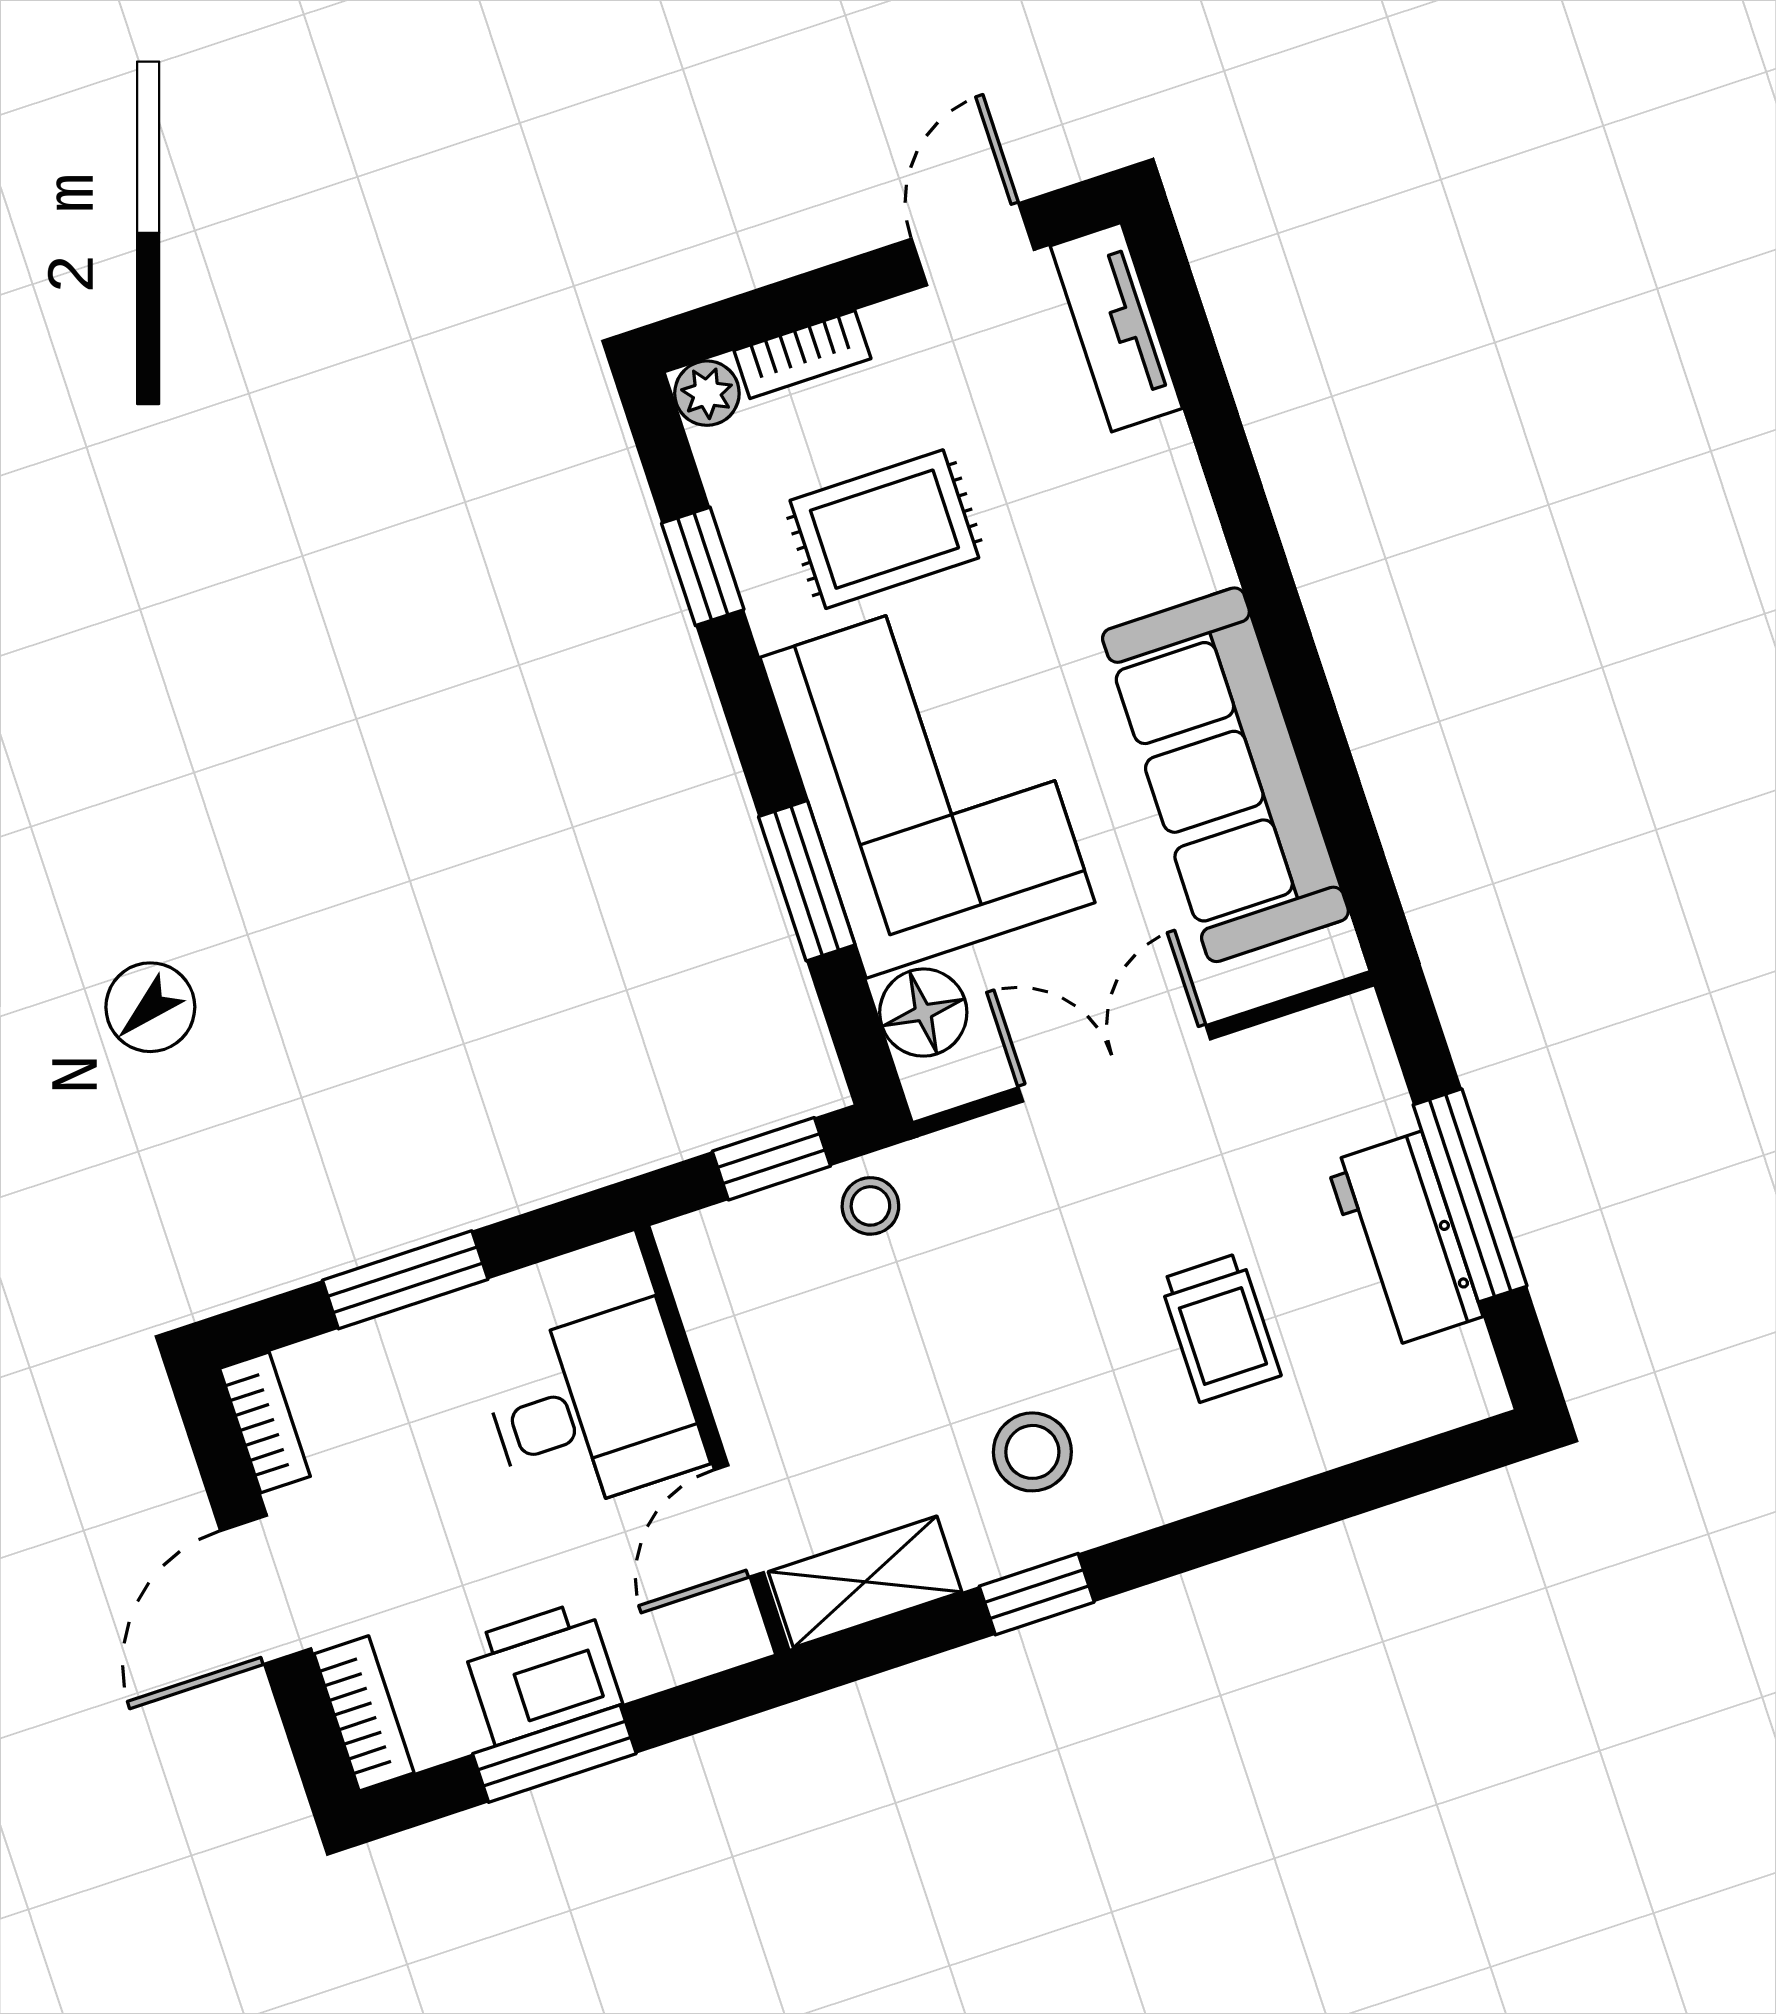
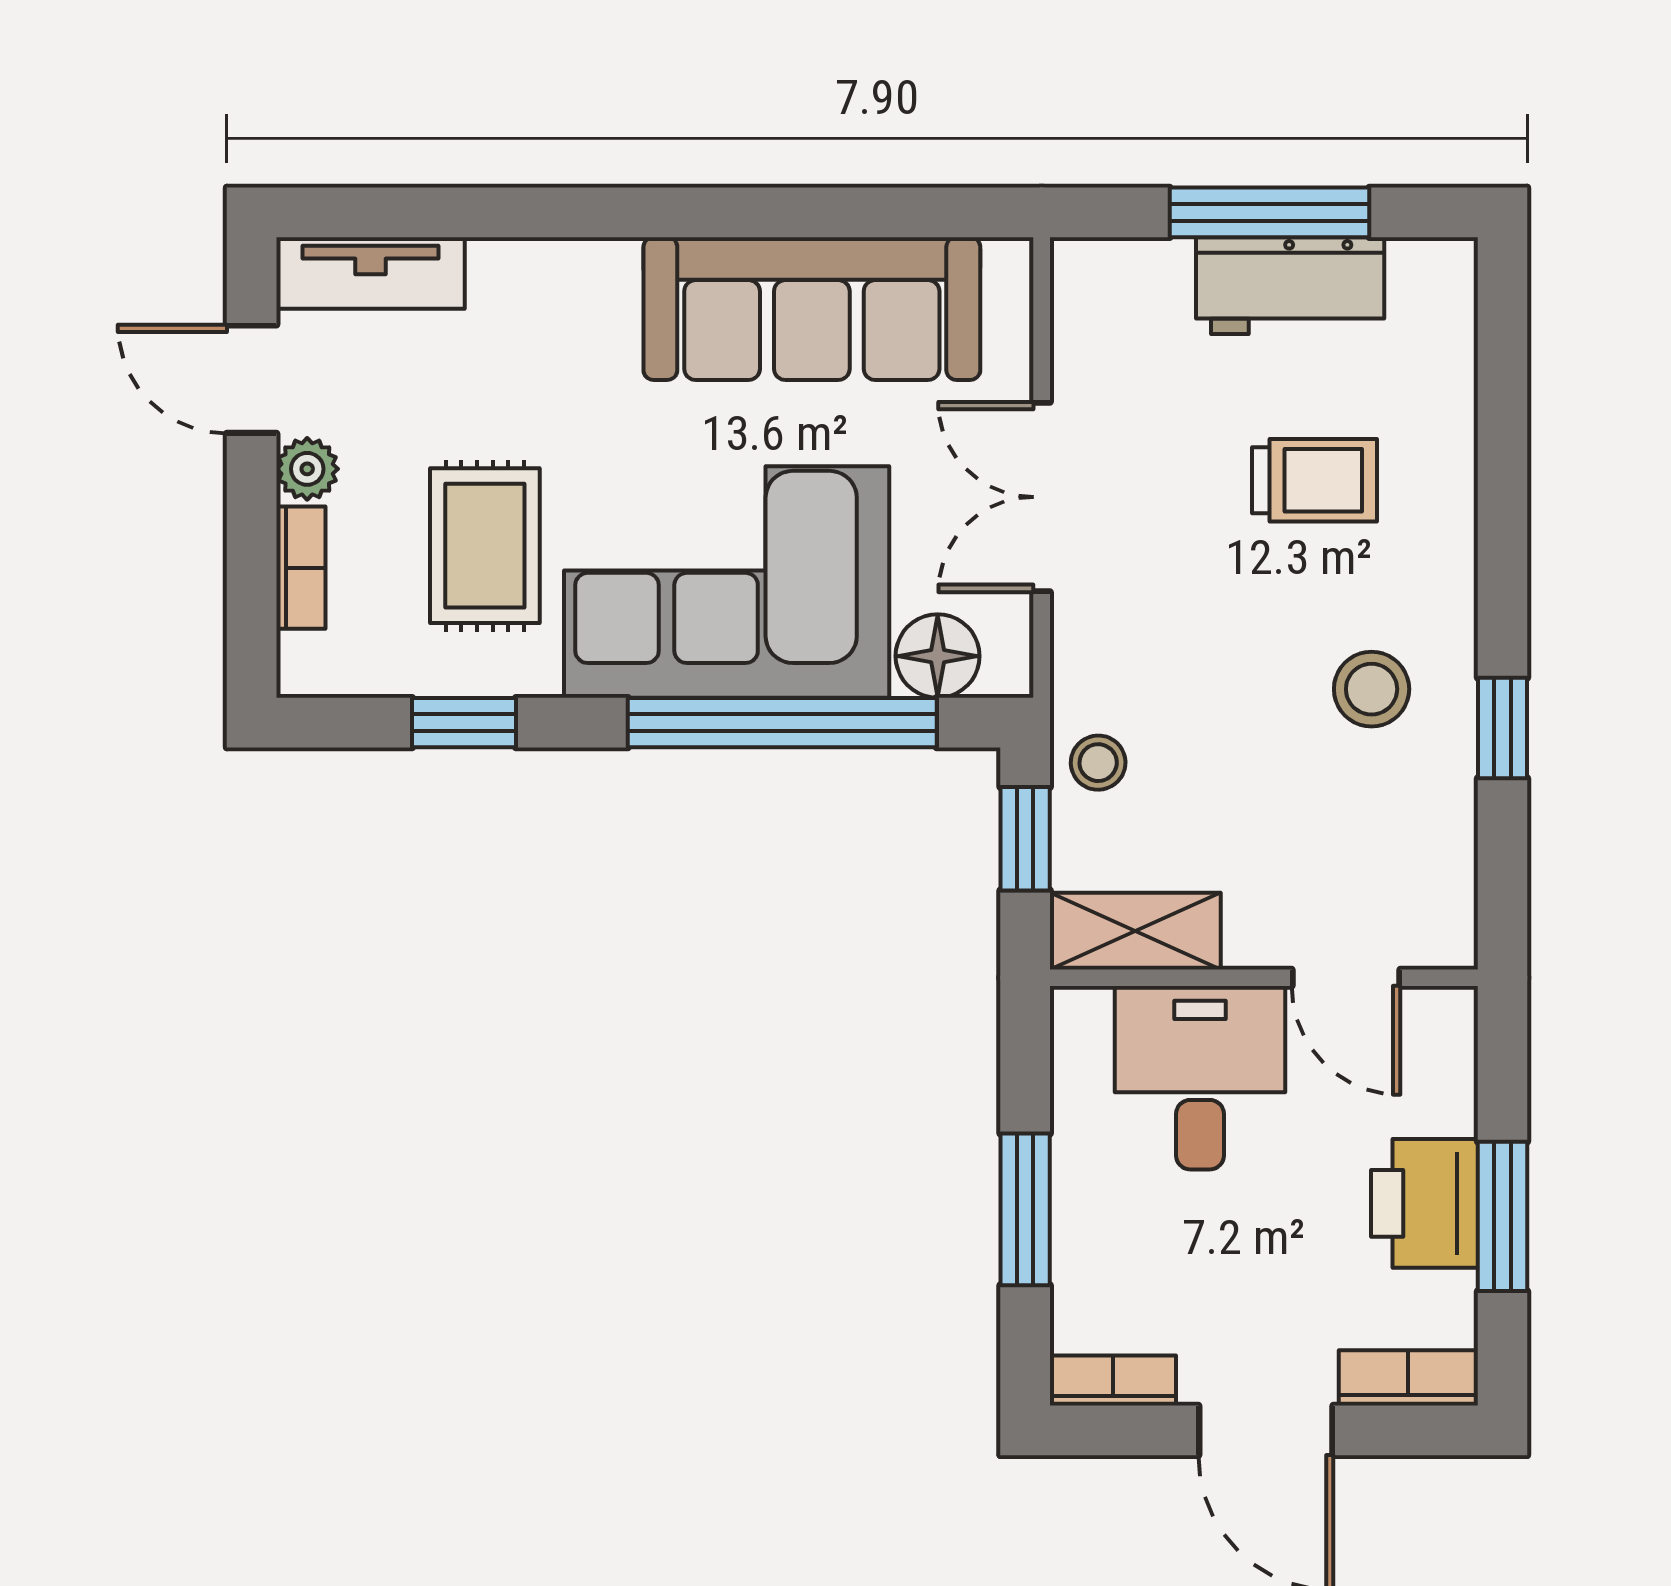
plant: (707, 393) -> (307, 469), moved
window: (807, 881) -> (782, 723), width x2.11
shelving: (865, 1582) -> (1135, 931), moved, turned 90

